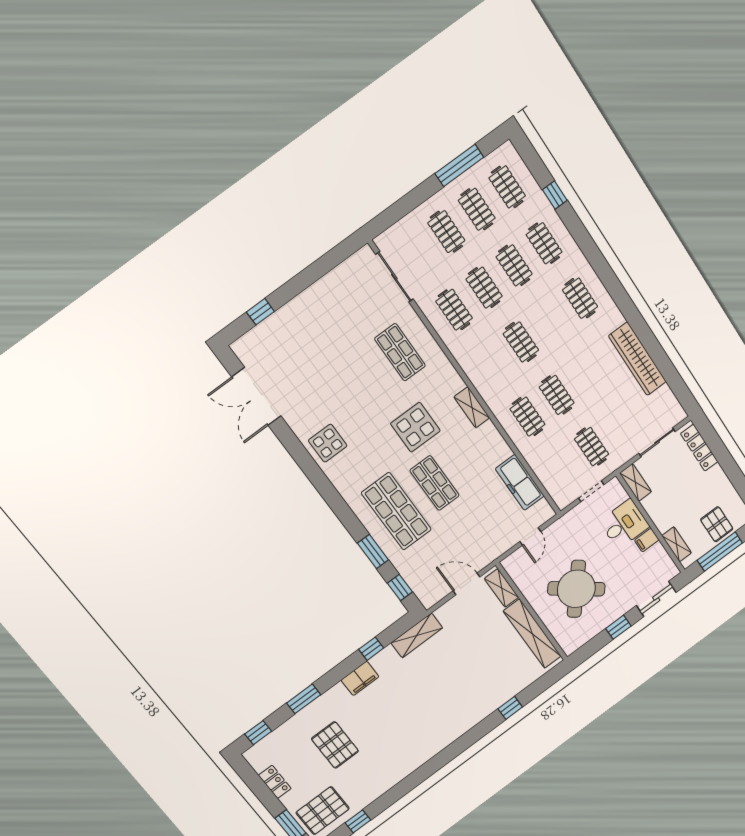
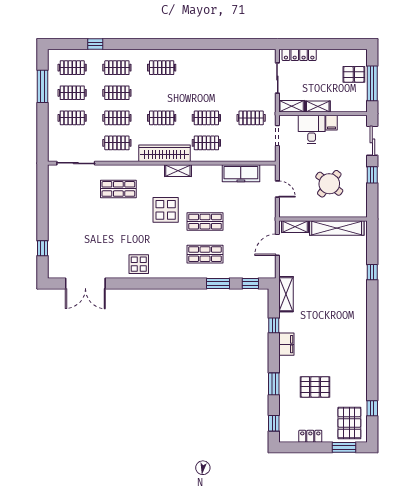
wardrobe: (637, 359) -> (165, 153), moved, turned 180
shop shelf: (396, 511) -> (205, 254), width x0.70, depth x0.74
shelving: (677, 544) -> (318, 106), moved
round table: (576, 589) -> (329, 184), width x0.73, depth x0.73

